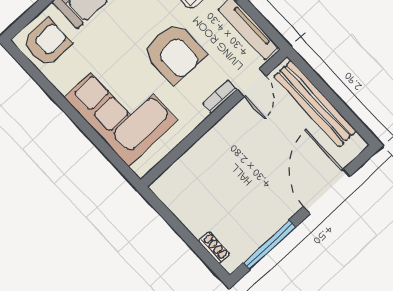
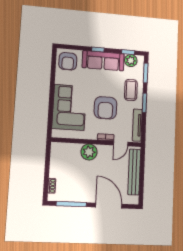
armchair: (47, 42) -> (68, 61), turned 90
plant: (218, 144) -> (89, 152), added
door: (327, 191) -> (109, 206), hinge flipped

